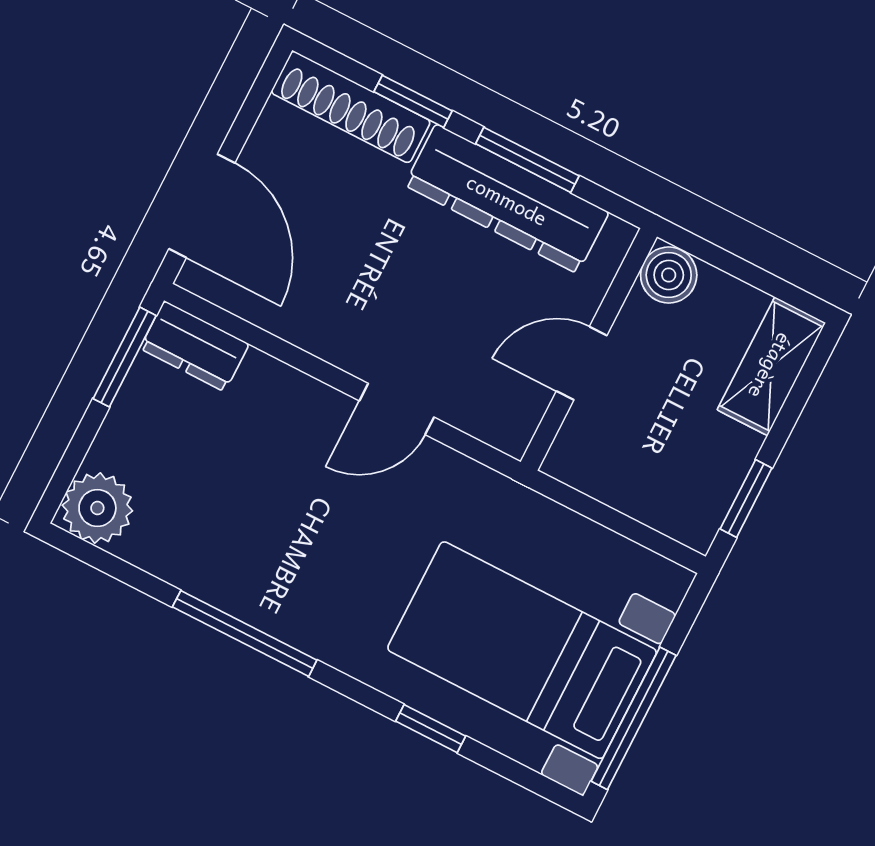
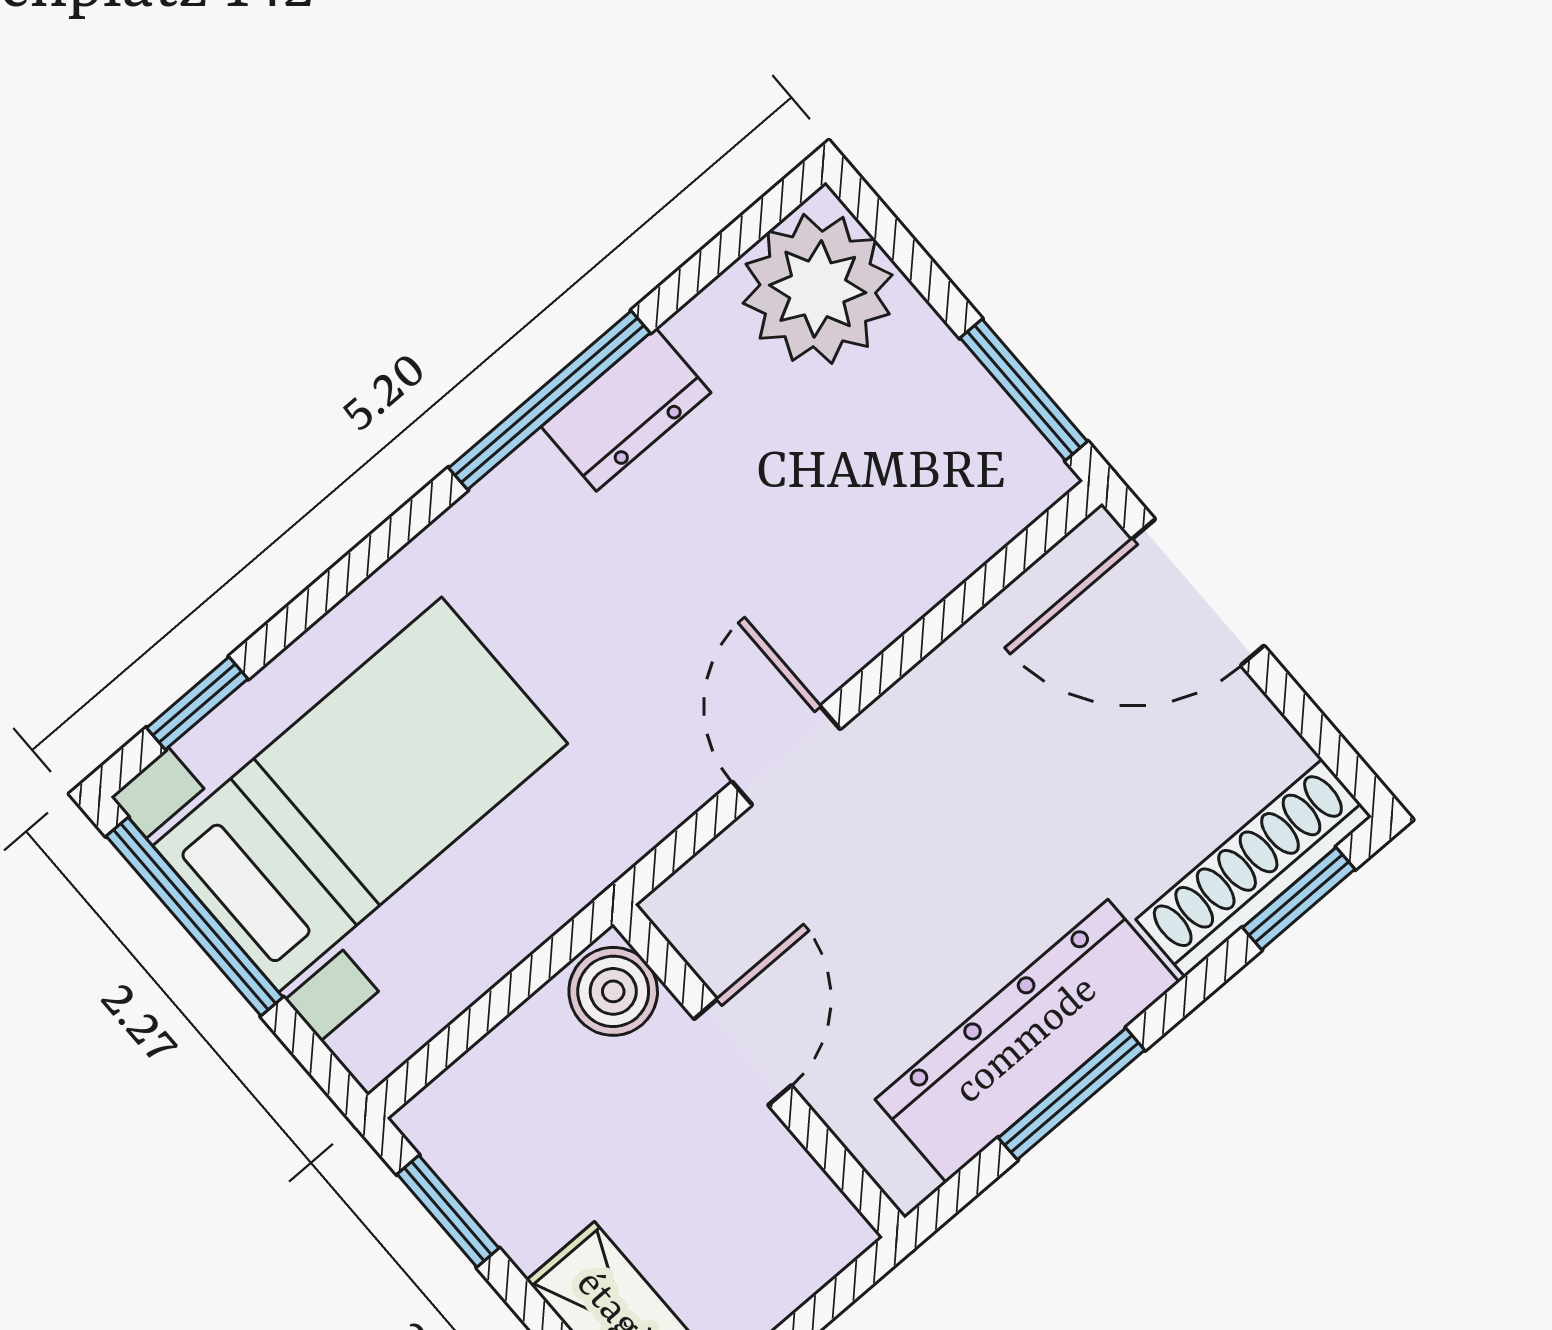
window: (413, 101) -> (1299, 898), moved
boiler: (669, 275) -> (613, 991), moved
dresser: (194, 346) -> (626, 410), moved, turned 180
plant: (97, 508) -> (818, 289), width x1.36, depth x1.36
window: (431, 729) -> (197, 703), moved

